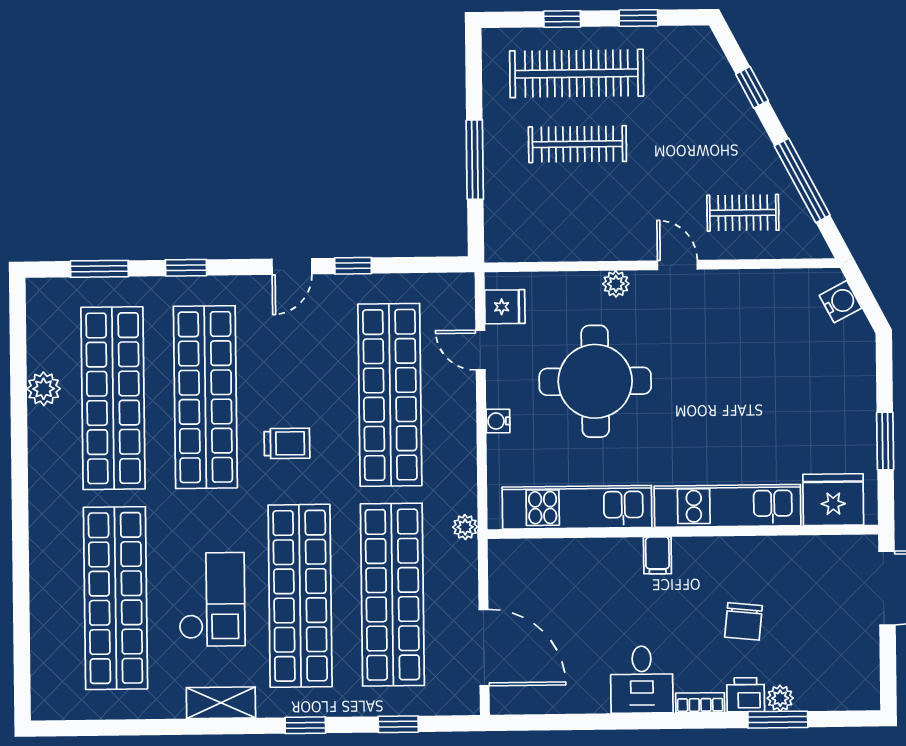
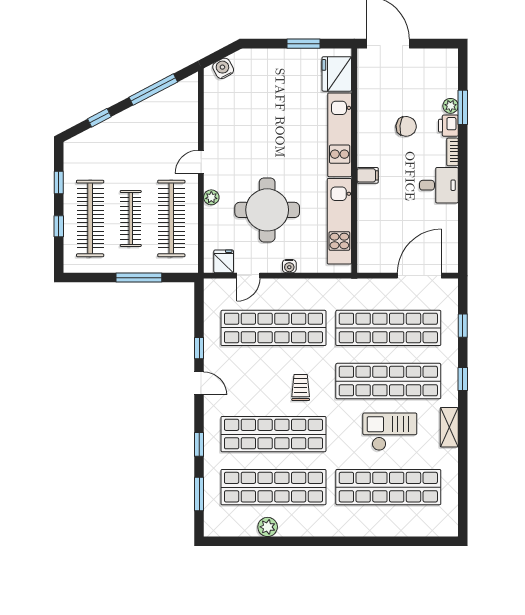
clothes rail: (743, 213) -> (171, 218), moved, width x1.86, depth x1.31
plant: (465, 527) -> (350, 286), removed

